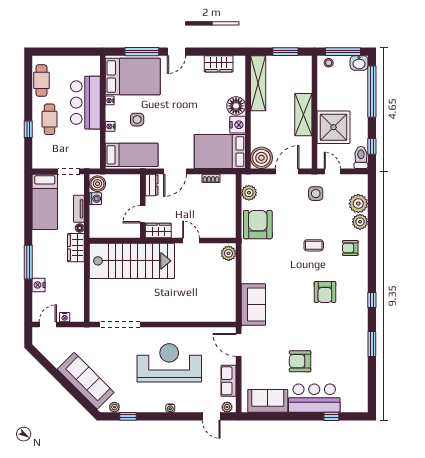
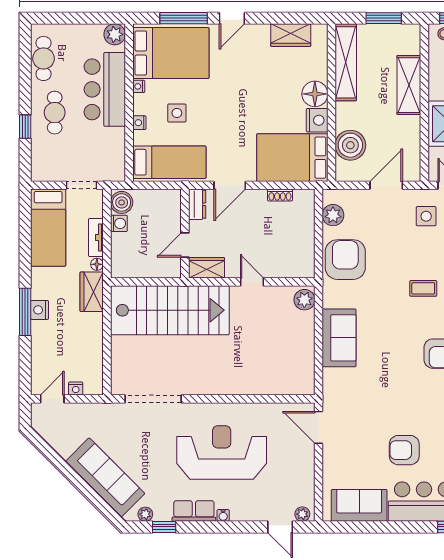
plant: (93, 63) -> (115, 34), added
shelving: (303, 115) -> (409, 85), moved
boiler: (261, 158) -> (350, 145), moved
nightstand: (39, 285) -> (39, 310), moved
sofa: (253, 305) -> (339, 338), moved
row of seats: (228, 381) -> (194, 511), moved, turned 90

